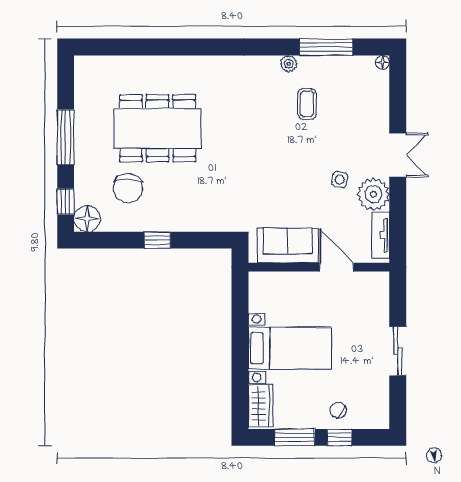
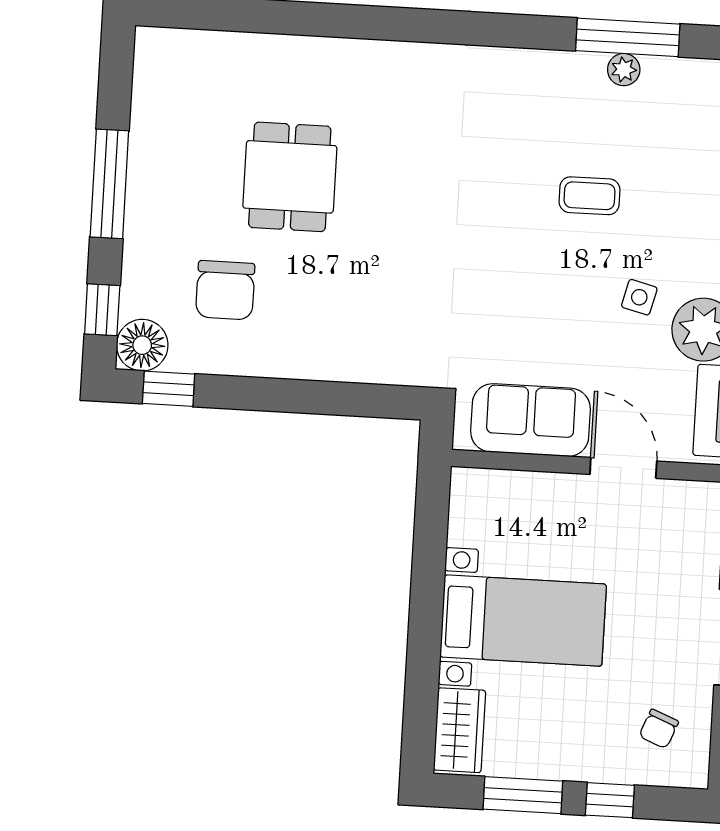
plant: (289, 64) -> (624, 70), moved
coffee table: (307, 104) -> (590, 196), moved, turned 90
dining table: (158, 128) -> (290, 177), width x0.53, depth x0.80
window: (157, 240) -> (169, 389), moved
chair: (338, 410) -> (659, 729), moved, turned -101

